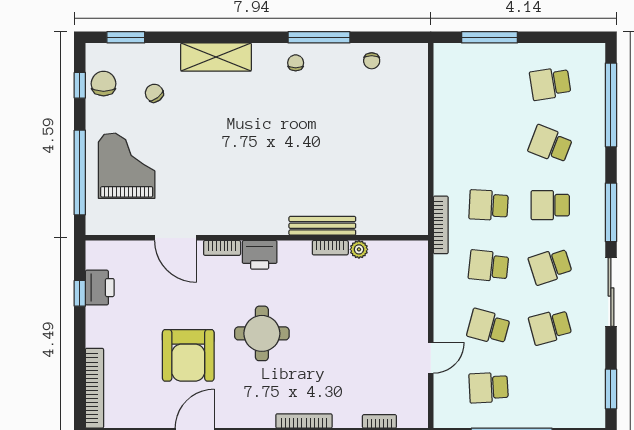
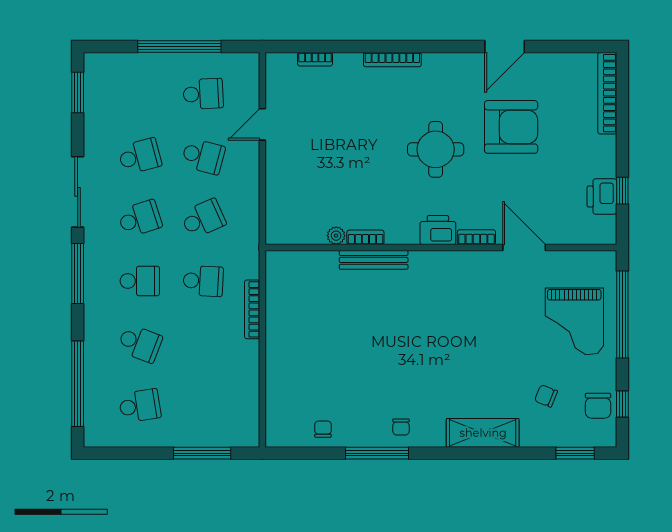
chair: (154, 93) -> (546, 396), turned 149
bookcase: (441, 225) -> (252, 309), moved
school desk: (489, 266) -> (203, 219), turned -30
armchair: (188, 355) -> (511, 127), turned 90

